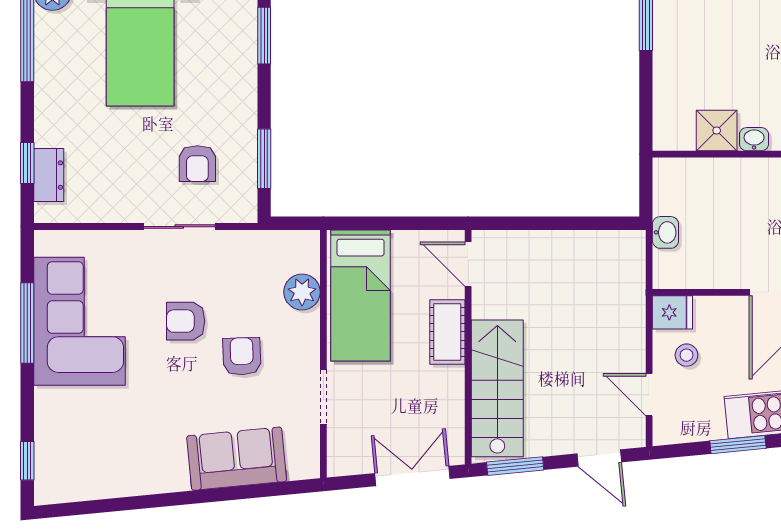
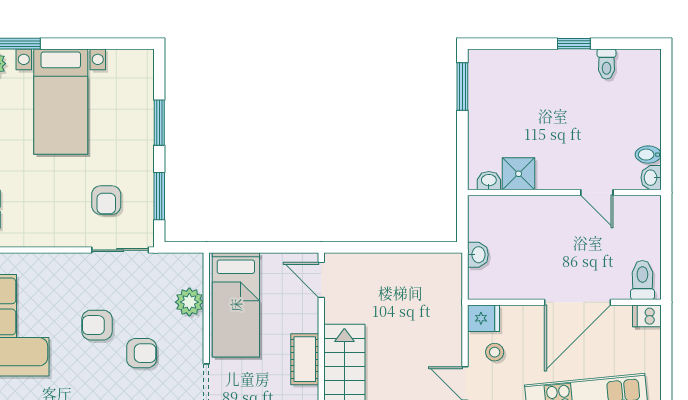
window: (264, 36) -> (159, 123), moved
washbasin: (754, 139) -> (489, 181), moved
sliding door: (179, 227) -> (120, 250), moved
cot: (447, 332) -> (305, 359), moved
armchair: (242, 356) -> (142, 353), turned 92

